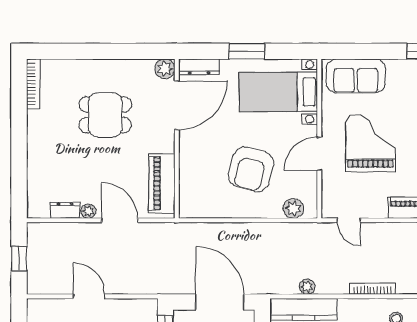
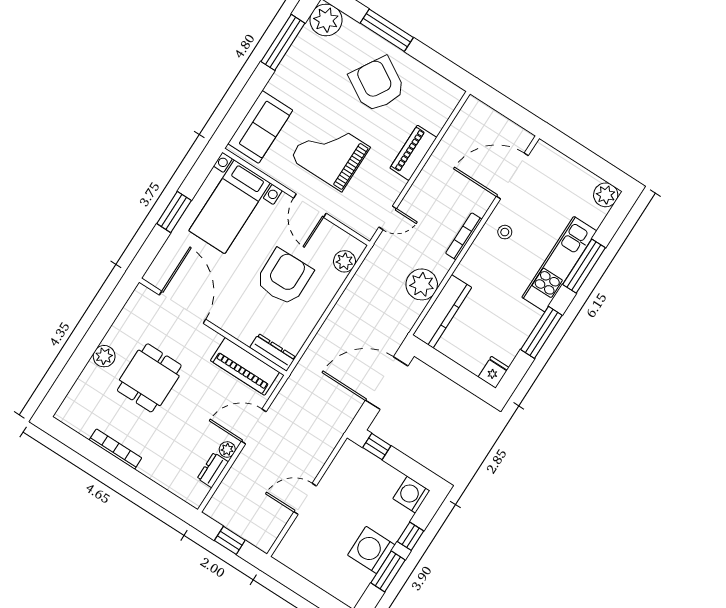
dresser: (199, 67) -> (273, 352), moved, turned -90
plant: (165, 69) -> (104, 356), moved
bookcase: (33, 84) -> (115, 449), moved
armchair: (251, 169) -> (284, 277), turned -106
plant: (307, 287) -> (422, 284), width x1.88, depth x1.88

